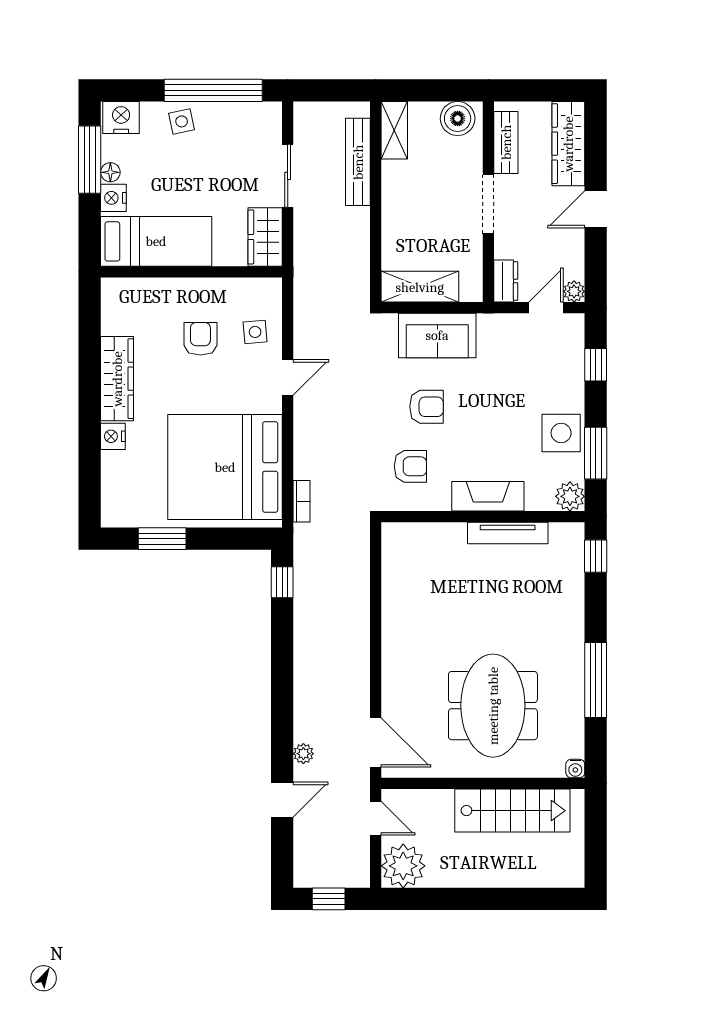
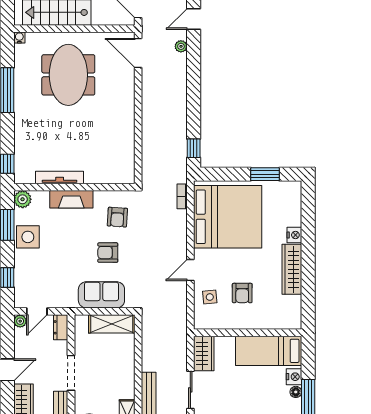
armchair: (410, 466) -> (117, 217), turned -86

